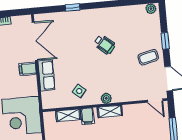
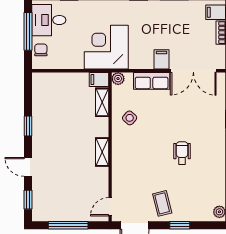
wheelchair: (105, 44) -> (182, 153), turned 139
plant: (106, 98) -> (118, 79), moved
filing cabinet: (88, 116) -> (99, 79), moved

